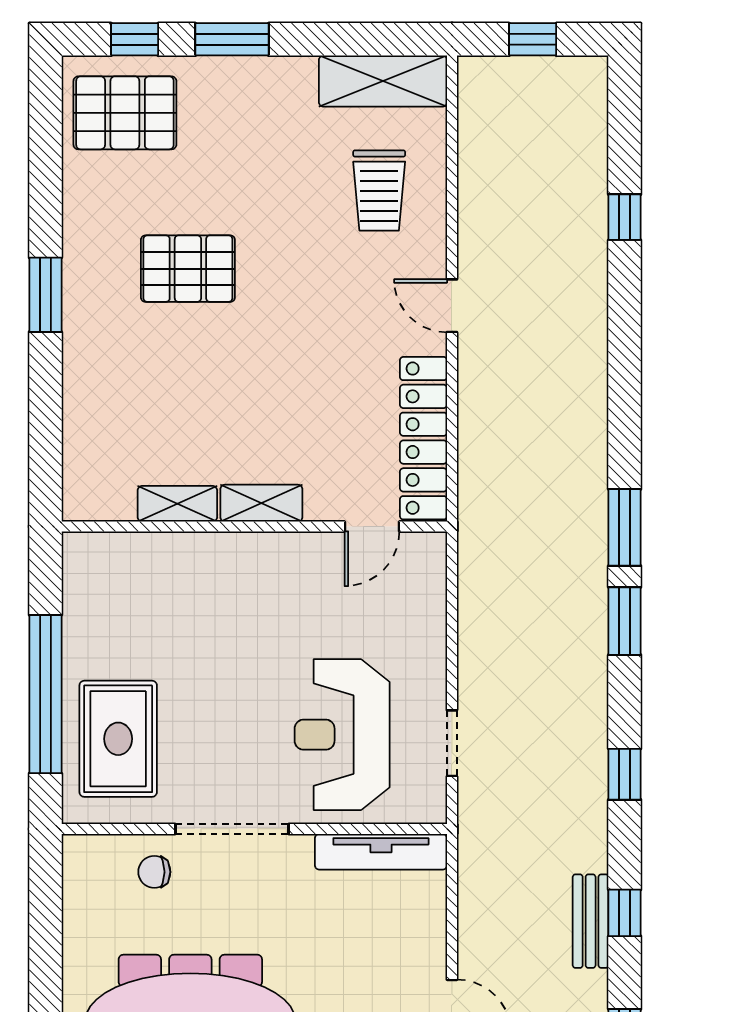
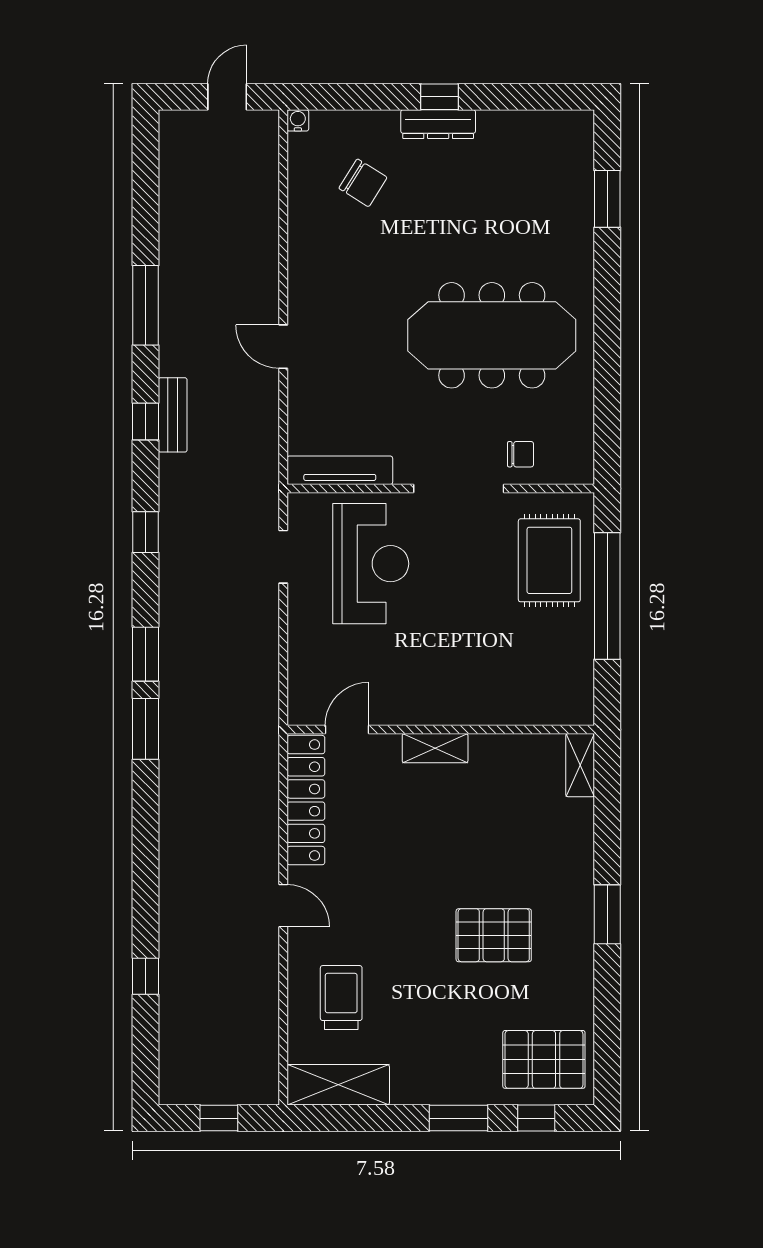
shelving: (177, 504) -> (580, 765), moved, turned 90

